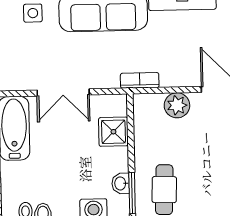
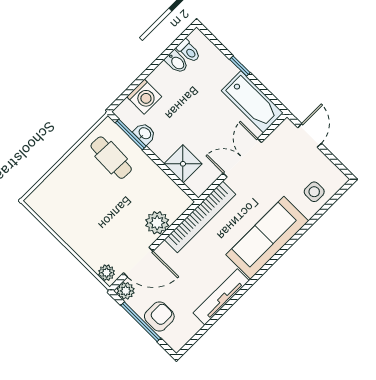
bookcase: (140, 80) -> (200, 217), width x2.31, depth x1.31

